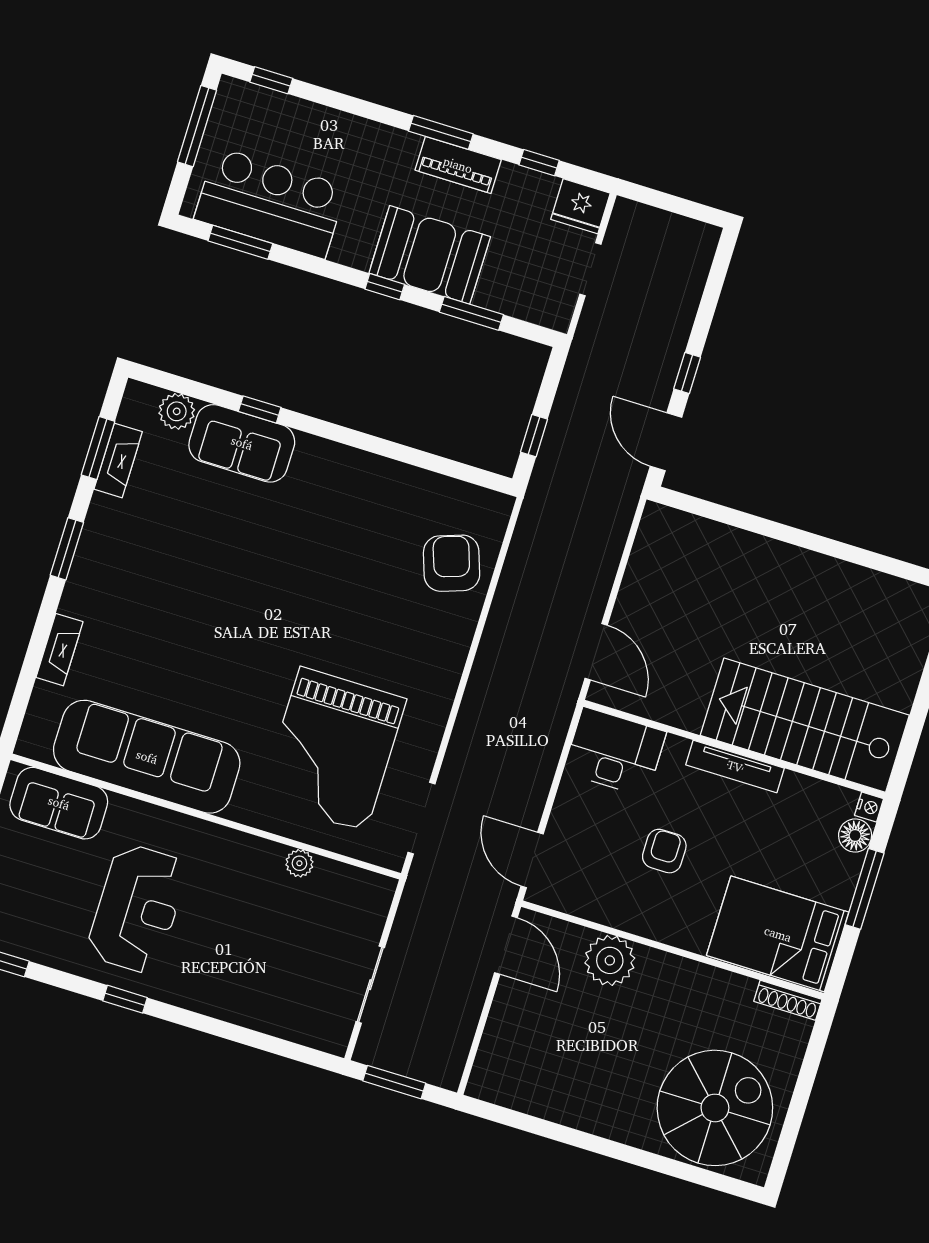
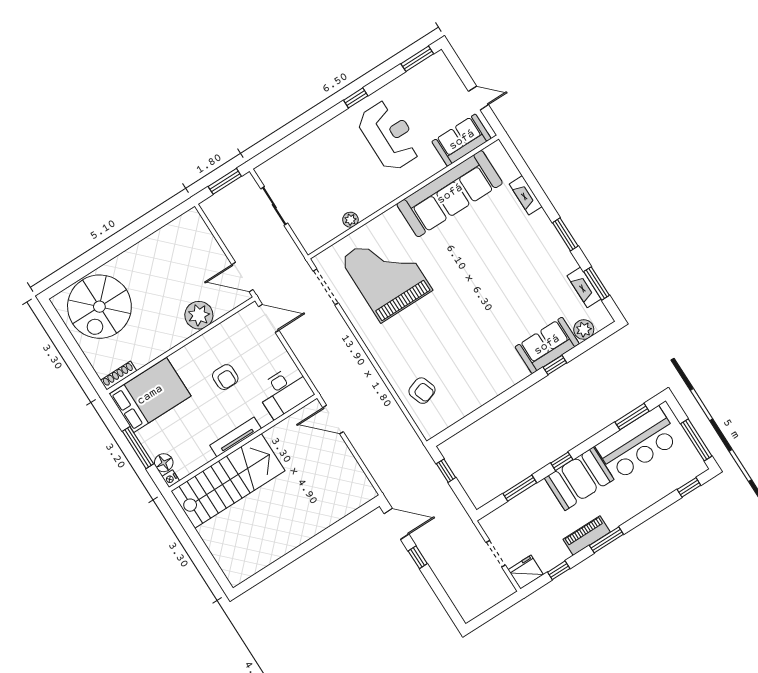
booth: (430, 255) -> (579, 479), moved
armchair: (452, 563) -> (422, 391), width x0.72, depth x0.72
reception desk: (137, 909) -> (389, 135), turned 180

